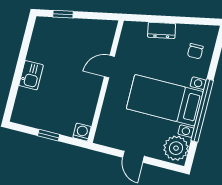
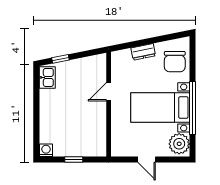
chair: (195, 51) -> (175, 62), width x1.87, depth x1.87
kitchen sink: (31, 75) -> (47, 77), moved
washing machine: (82, 132) -> (46, 150), moved

